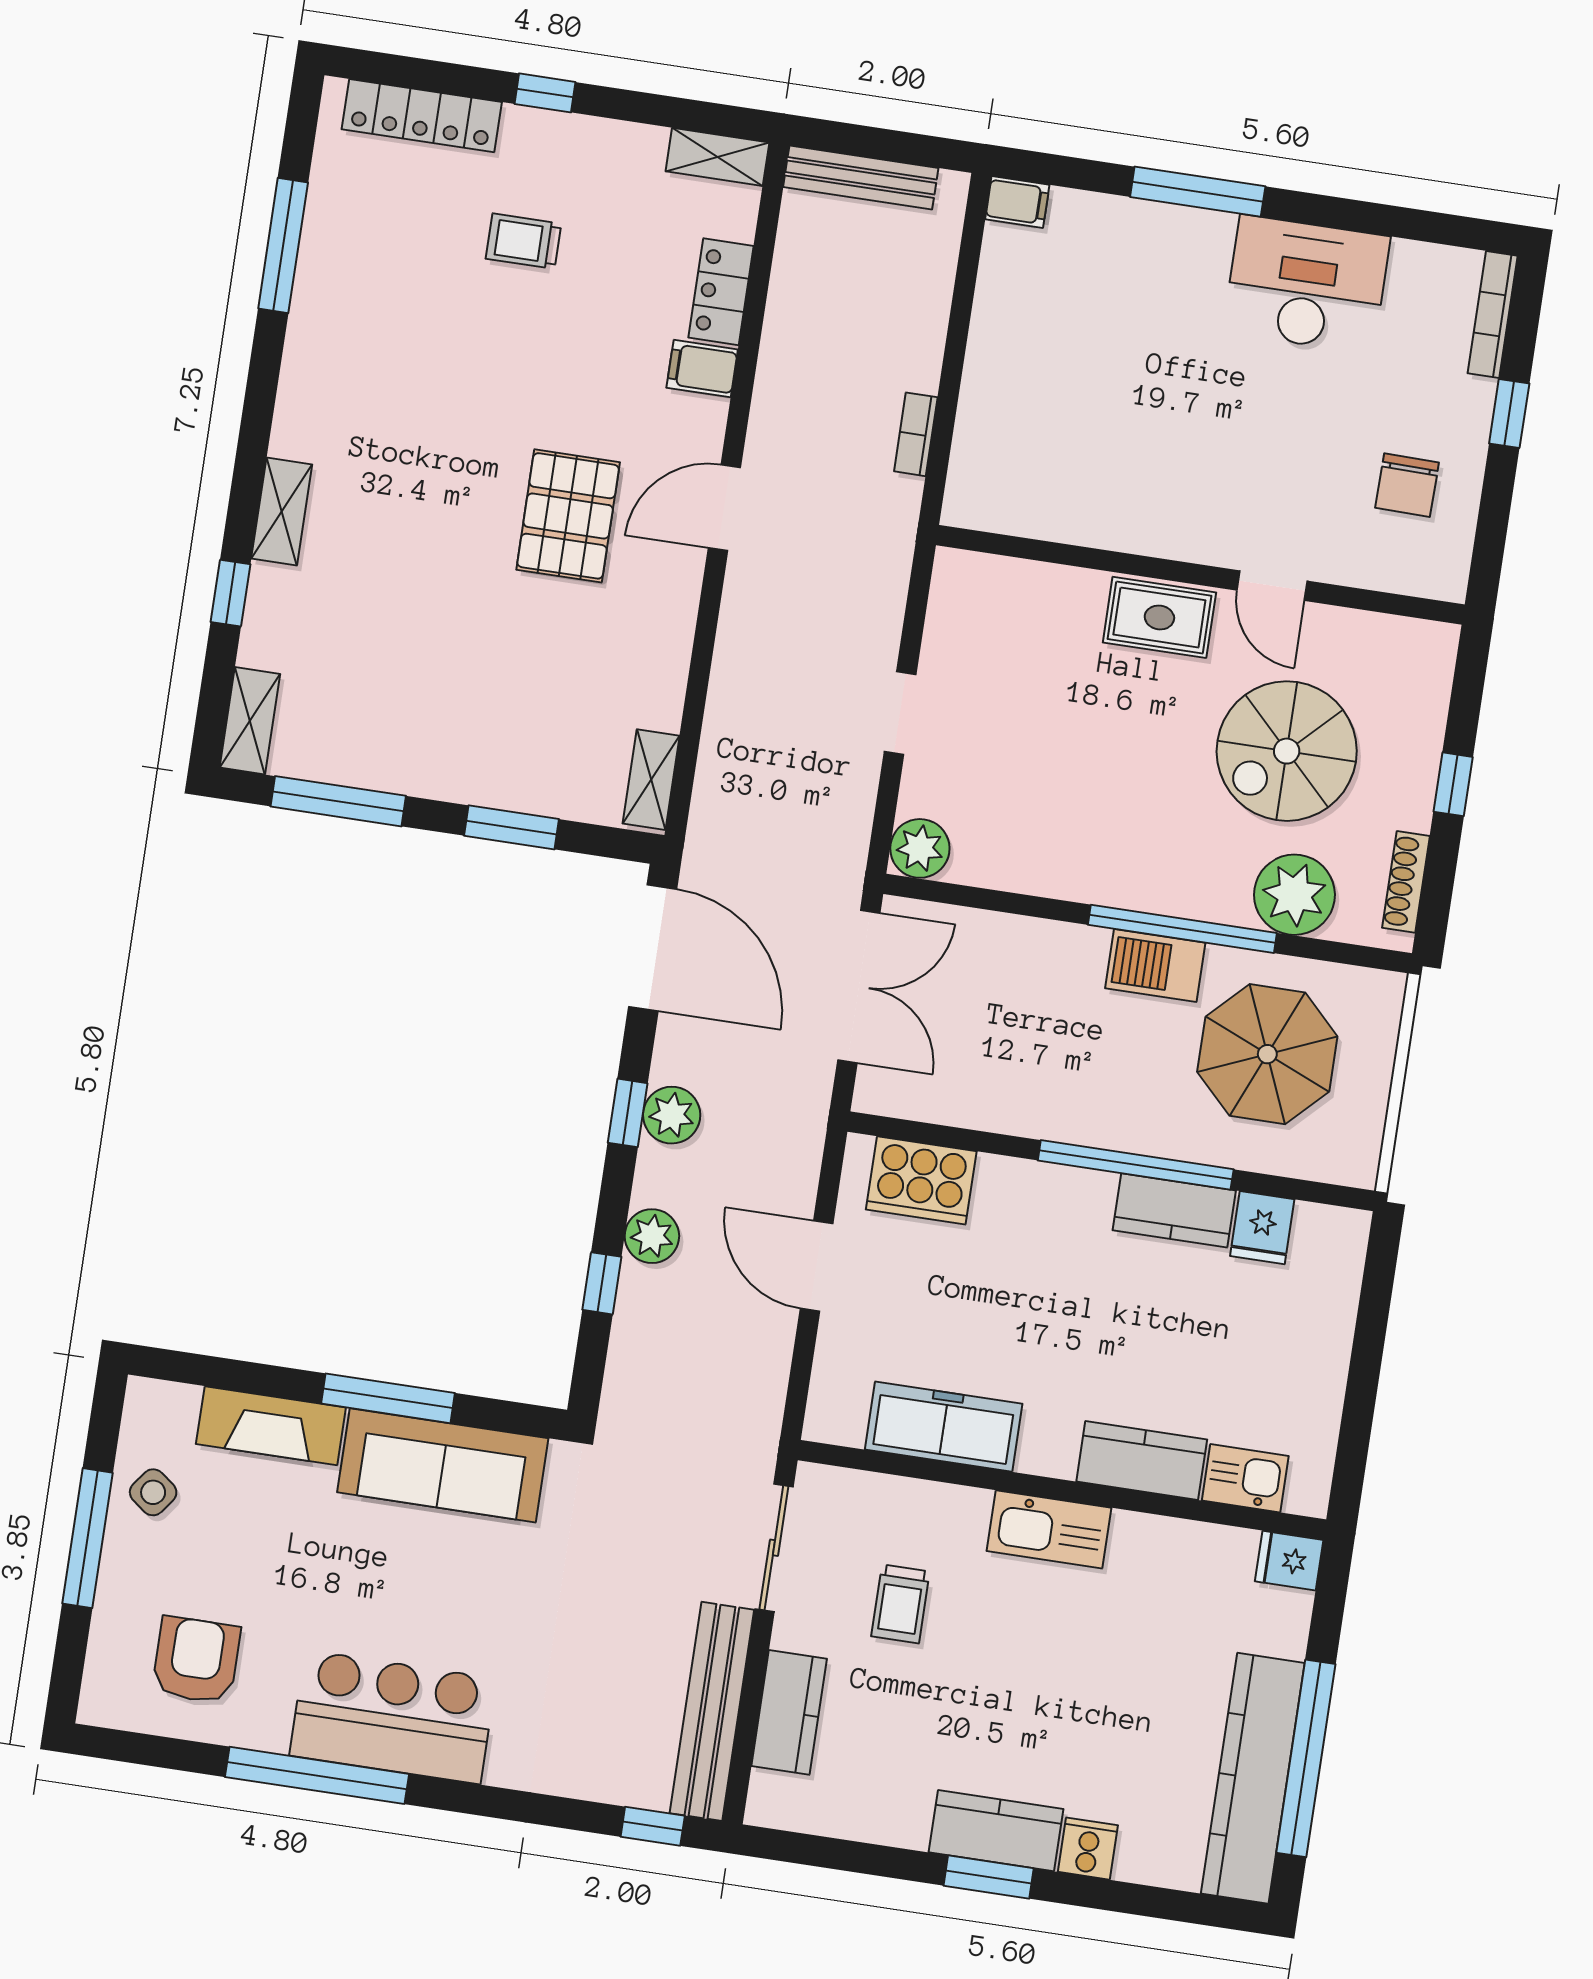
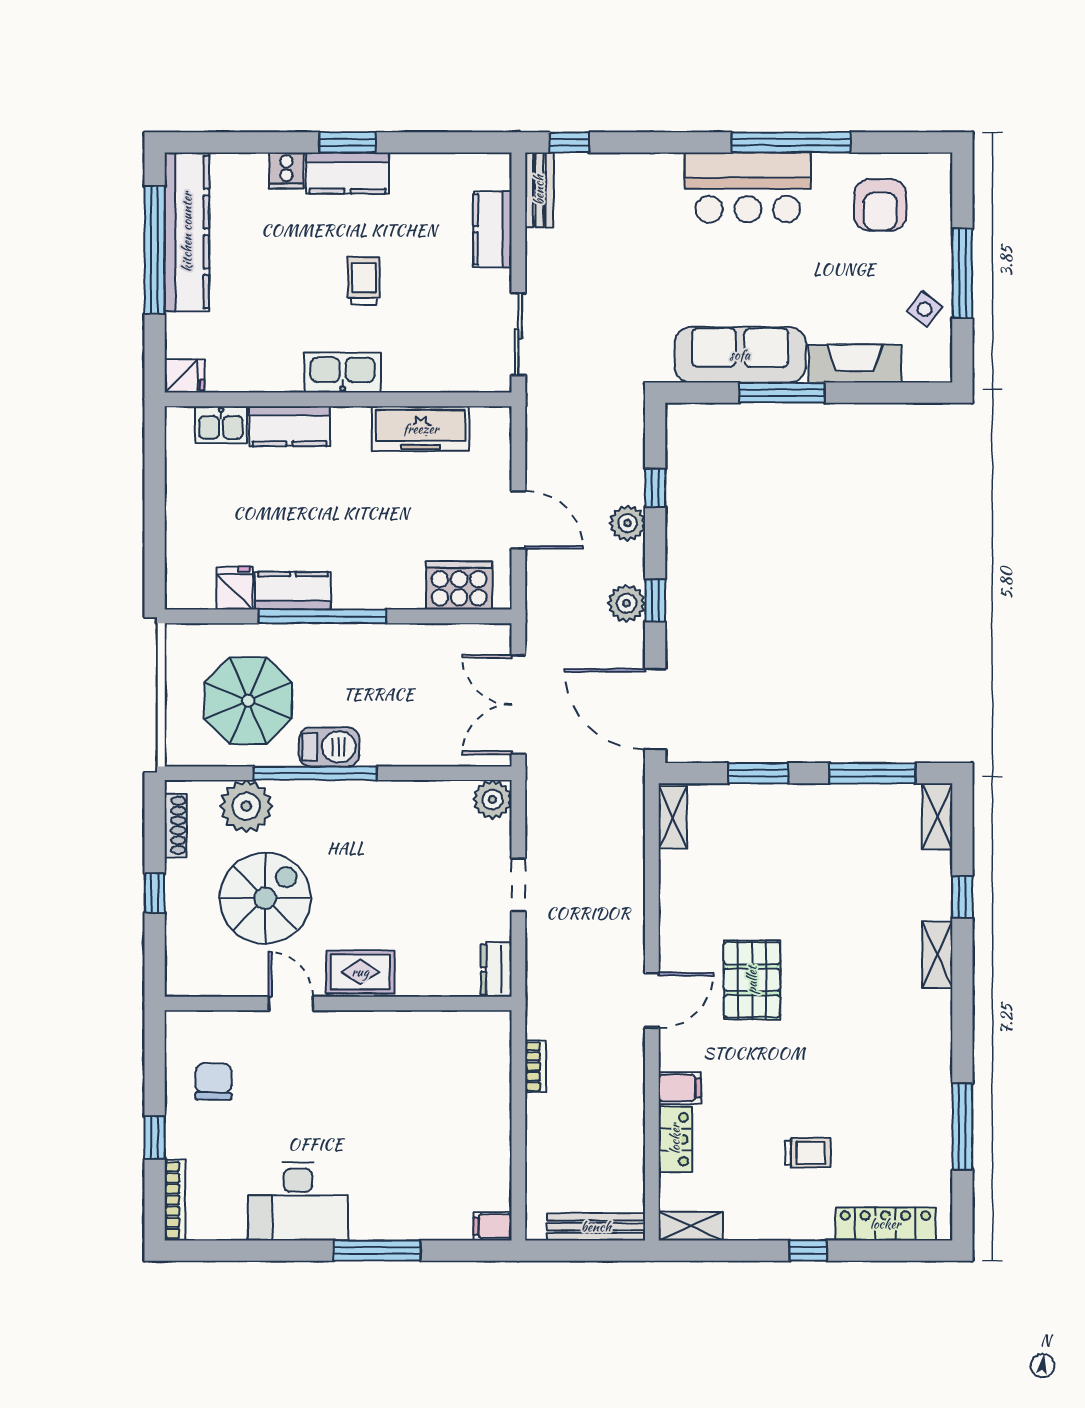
dresser: (953, 590) -> (496, 969), added
trolley: (900, 1604) -> (364, 281), moved
bench: (712, 1711) -> (539, 190), width x0.54, depth x0.82

